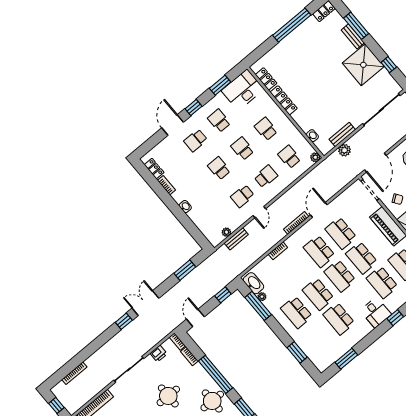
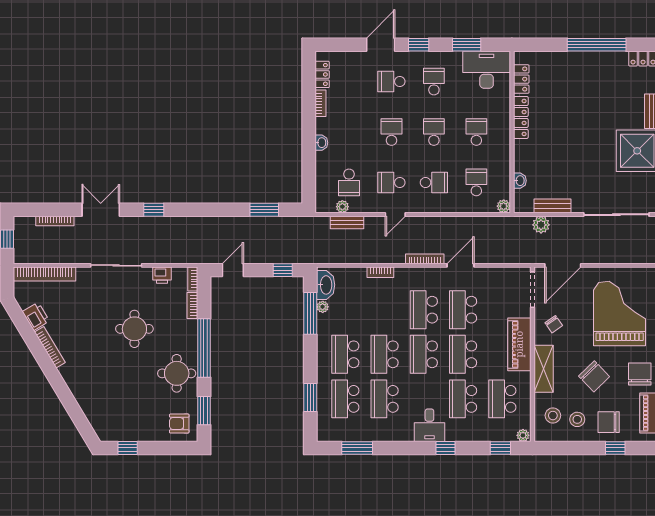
school desk: (219, 216) -> (349, 182), added
double door: (145, 303) -> (101, 210), moved
school desk: (317, 337) -> (345, 399), added

